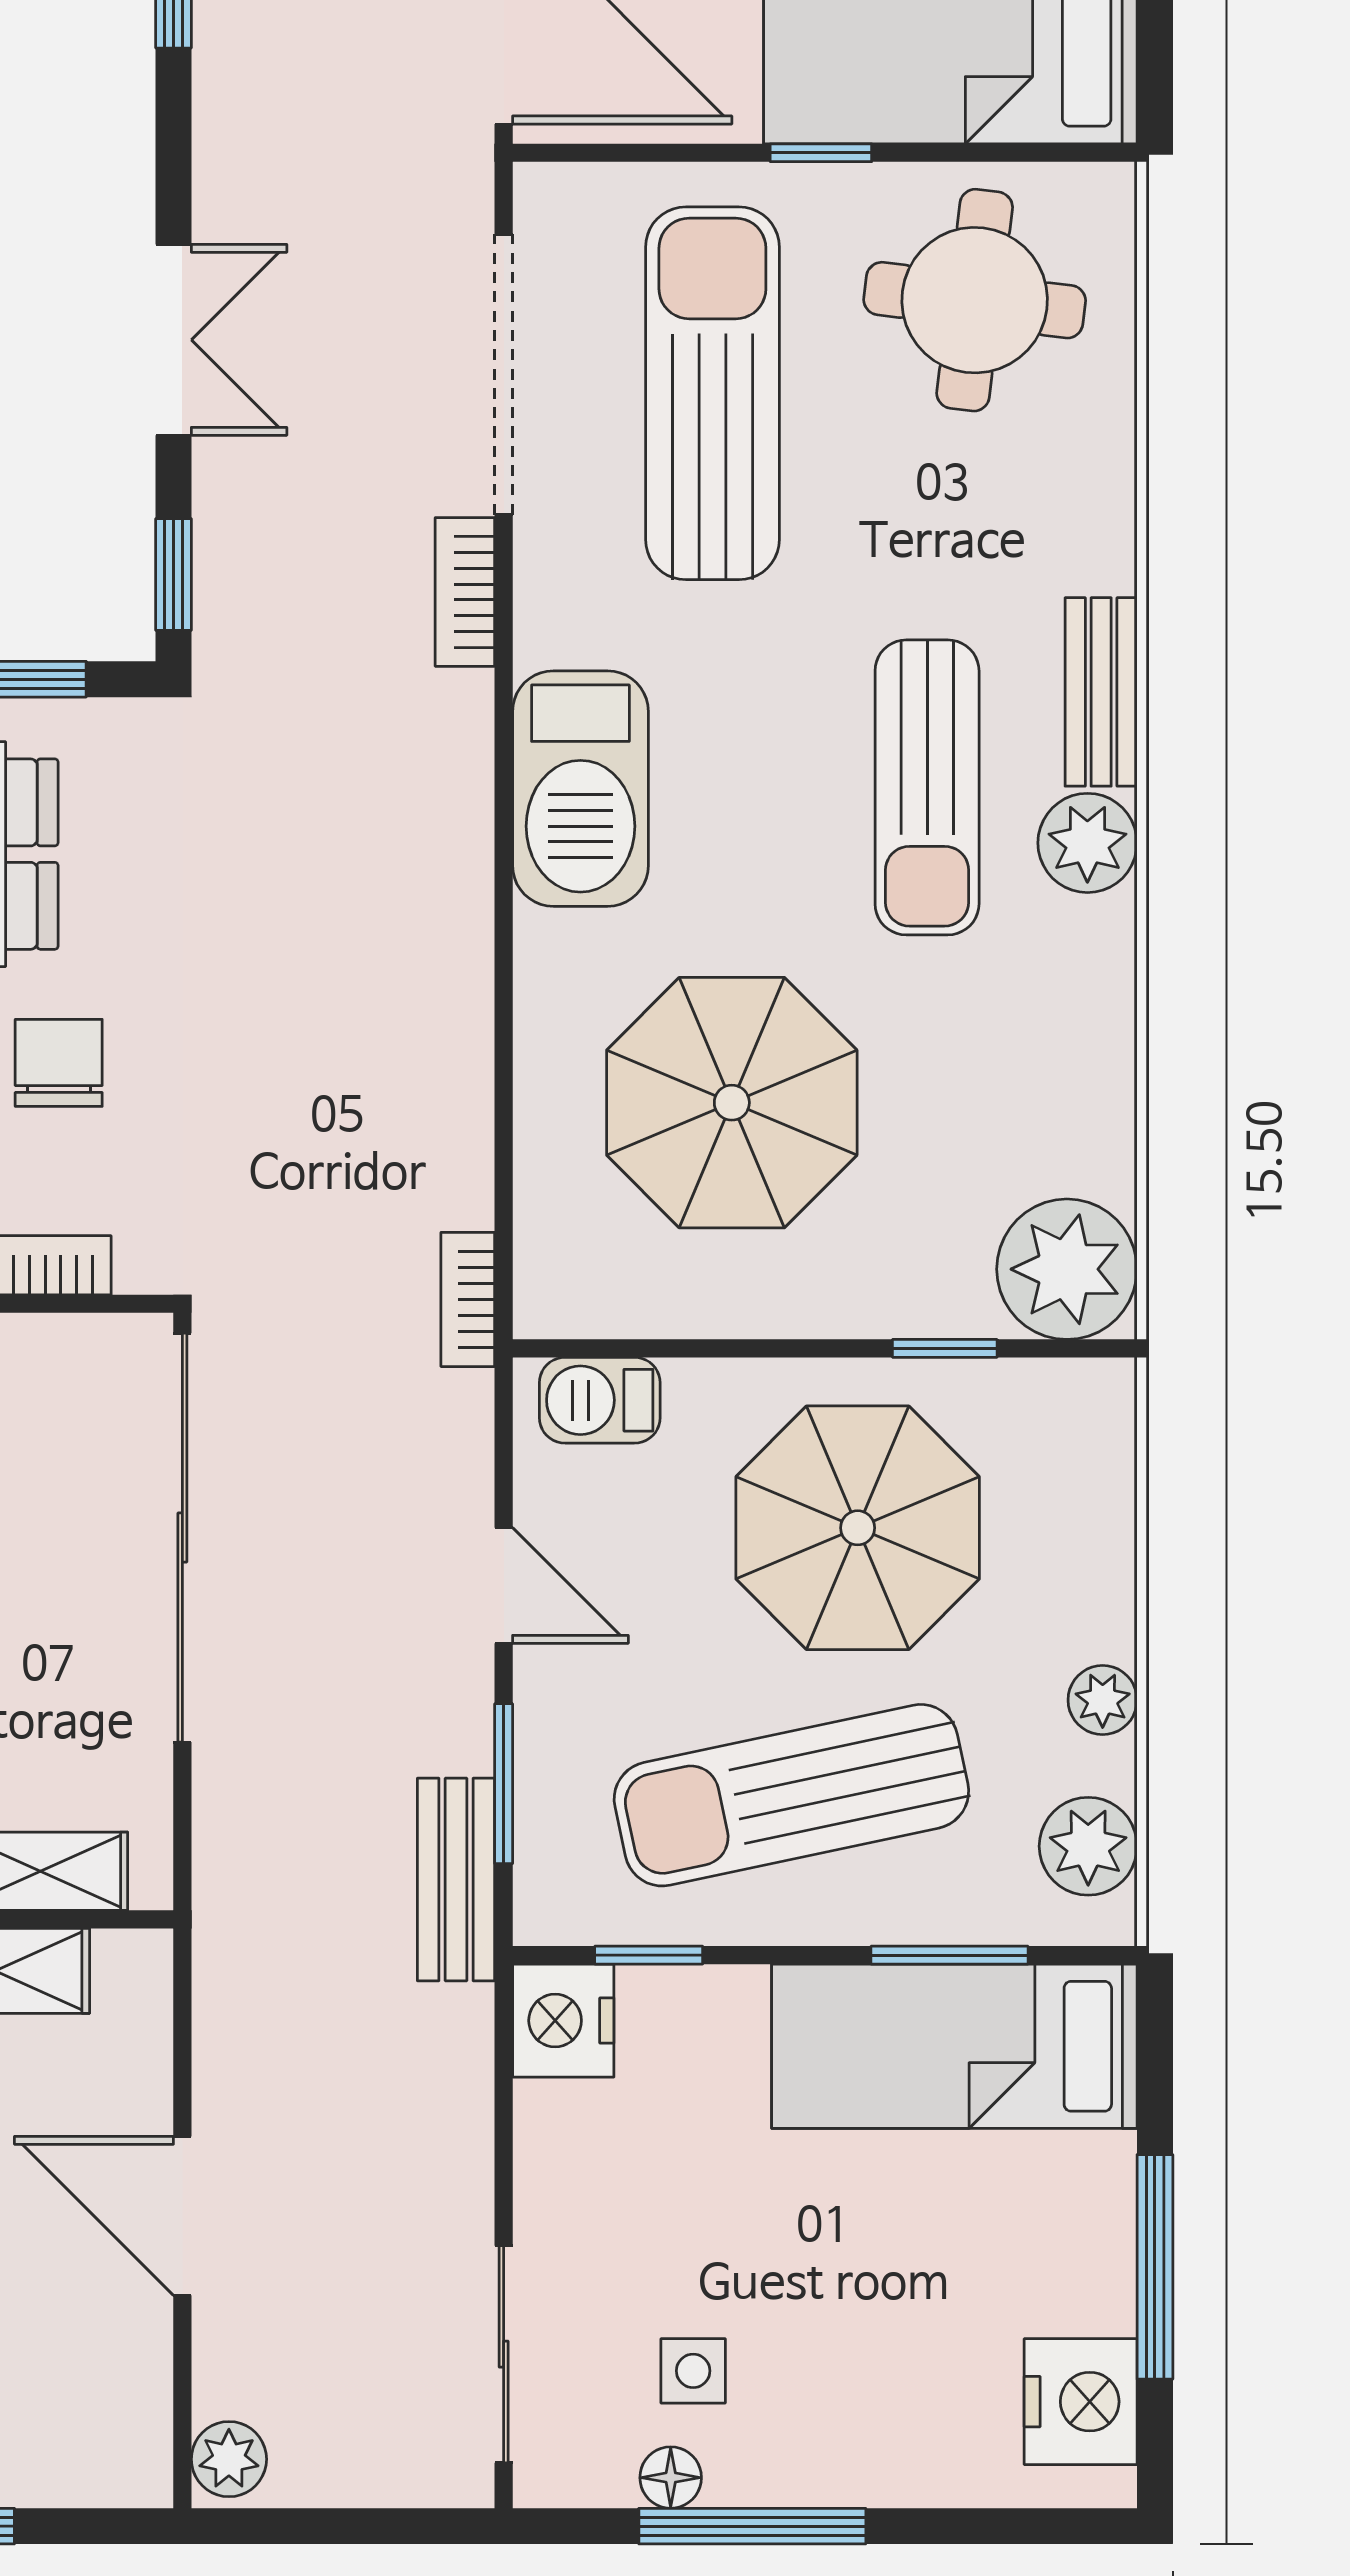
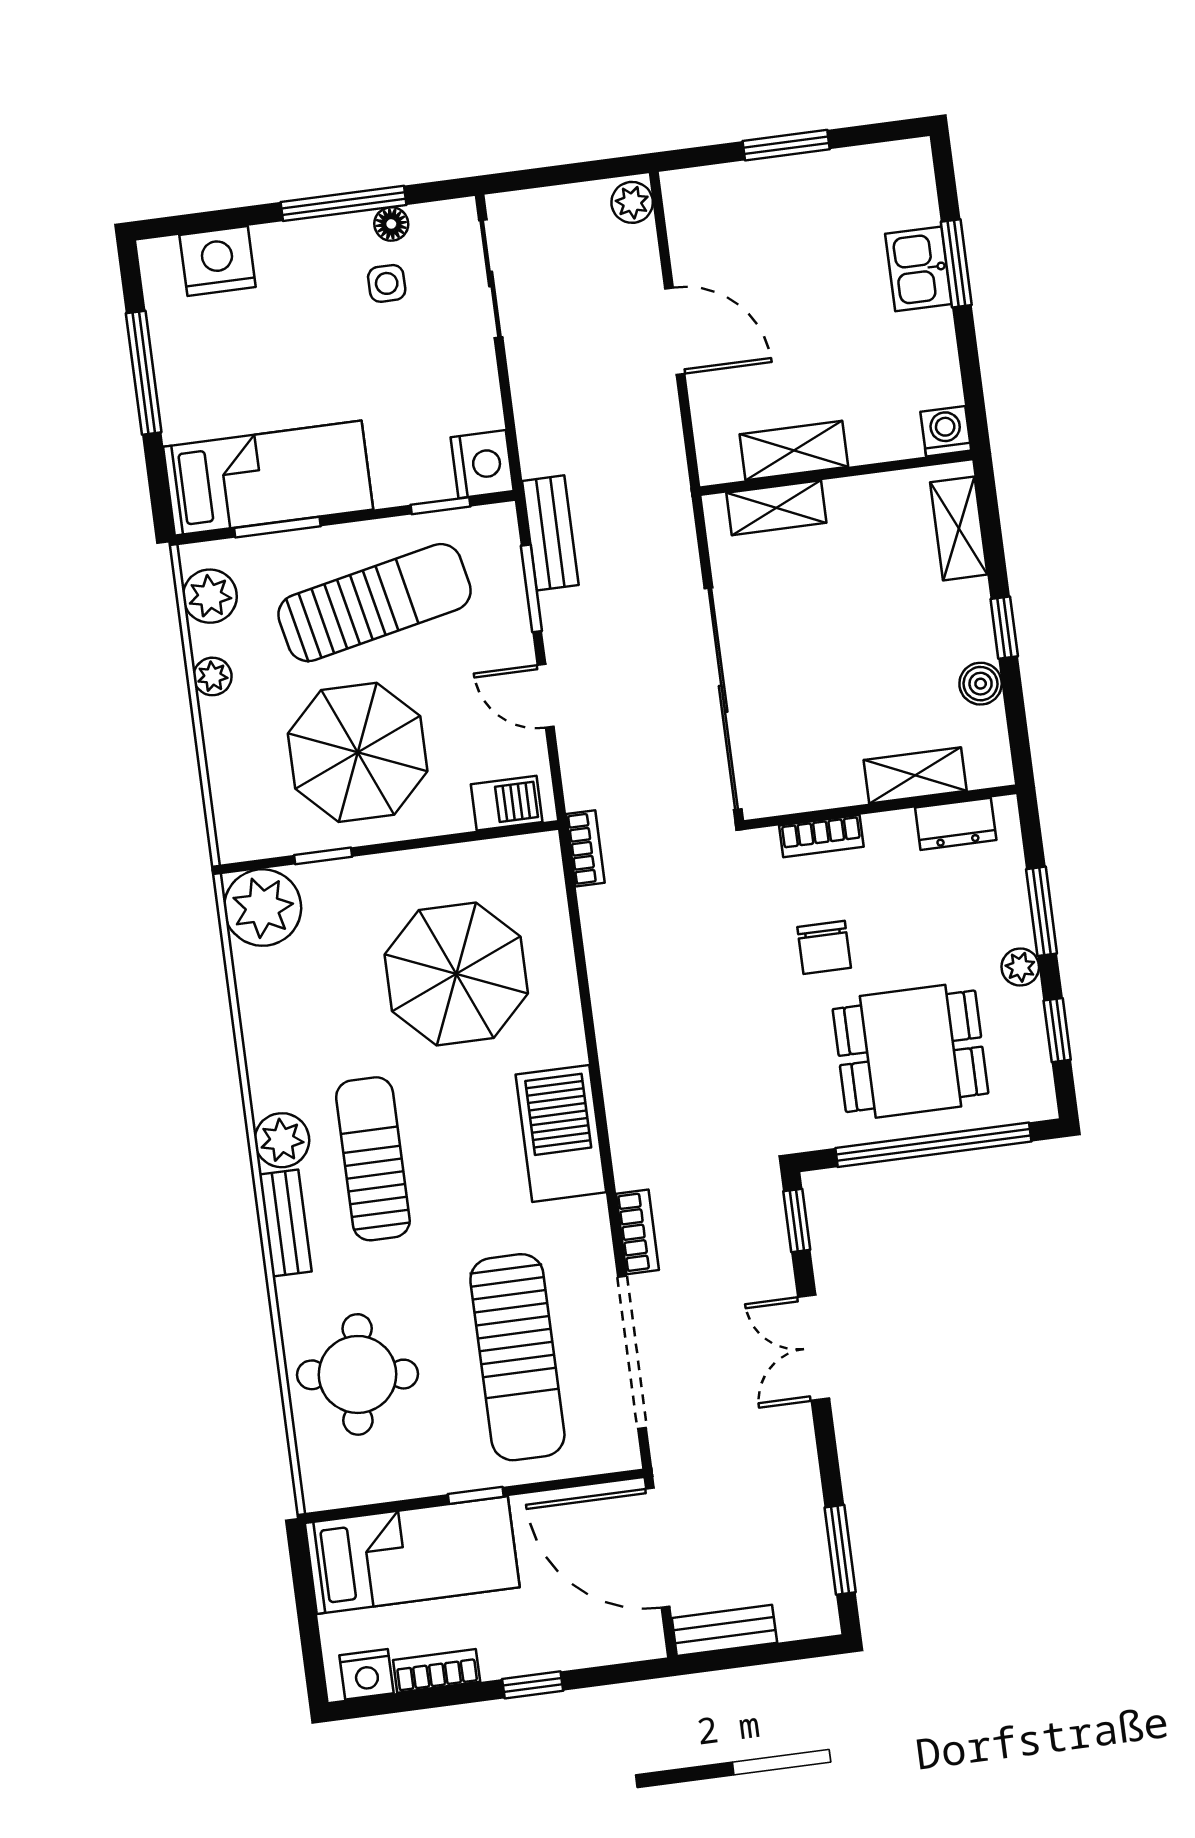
round table: (975, 300) -> (358, 1374), moved
nightstand: (1081, 2402) -> (218, 261), moved, turned 90

